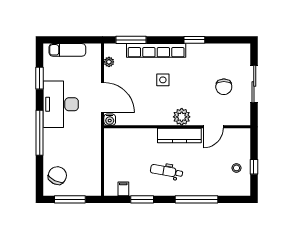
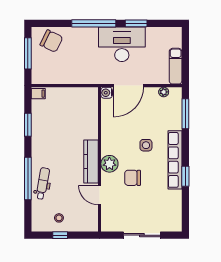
exam couch: (67, 50) -> (176, 66), moved
row of seats: (156, 50) -> (175, 160), moved
window: (40, 78) -> (136, 23), moved
chair: (224, 87) -> (133, 178), moved
dental chair: (167, 171) -> (43, 184), moved
filing cabinet: (123, 189) -> (38, 94), moved

